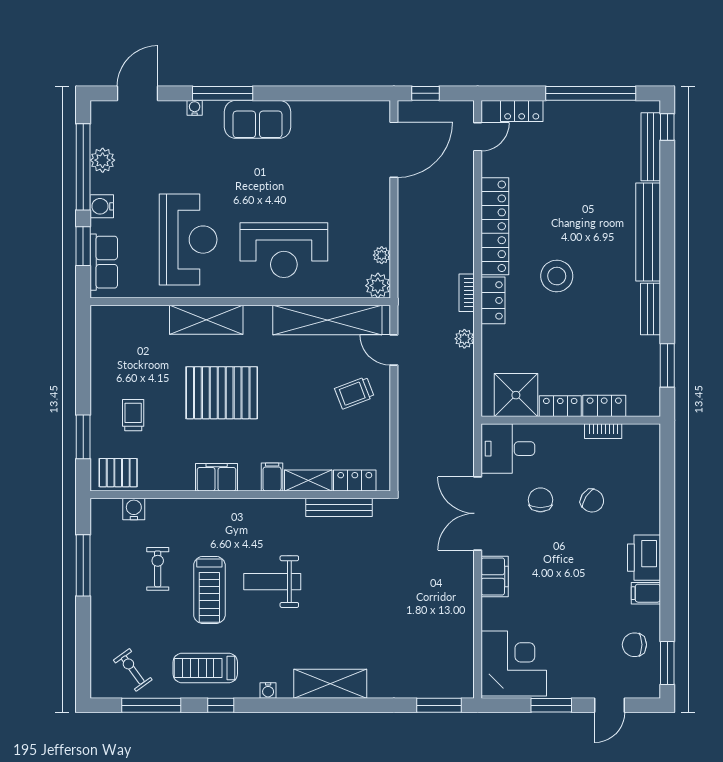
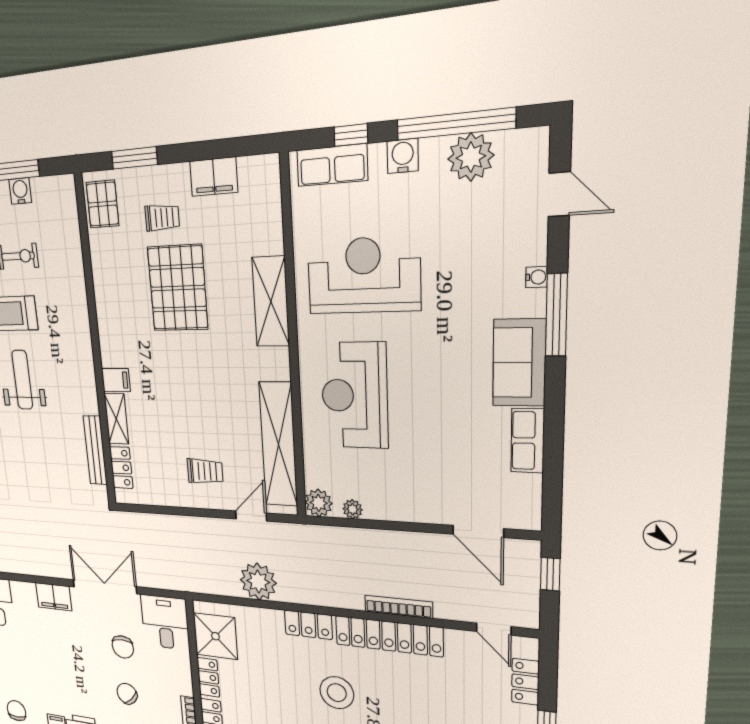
door: (138, 93) -> (559, 194), width x0.73
row of seats: (318, 112) -> (528, 441), added
door: (394, 150) -> (478, 531), width x0.73
plant: (103, 160) -> (471, 157), width x1.36, depth x1.36
reception desk: (188, 240) -> (363, 275), turned 180
window: (83, 246) -> (351, 135), width x0.67
bookcase: (467, 293) -> (398, 607), moved, width x1.56
plant: (464, 339) -> (258, 582), width x1.87, depth x1.87
pallet: (222, 393) -> (178, 288), moved
trolley: (354, 393) -> (205, 471), turned 111
filing cabinet: (217, 477) -> (214, 177), moved, turned 90
chair: (540, 500) -> (123, 647), turned 90
chair: (592, 501) -> (127, 694), turned 102
water cooler: (134, 509) -> (20, 191), moved, turned -90

